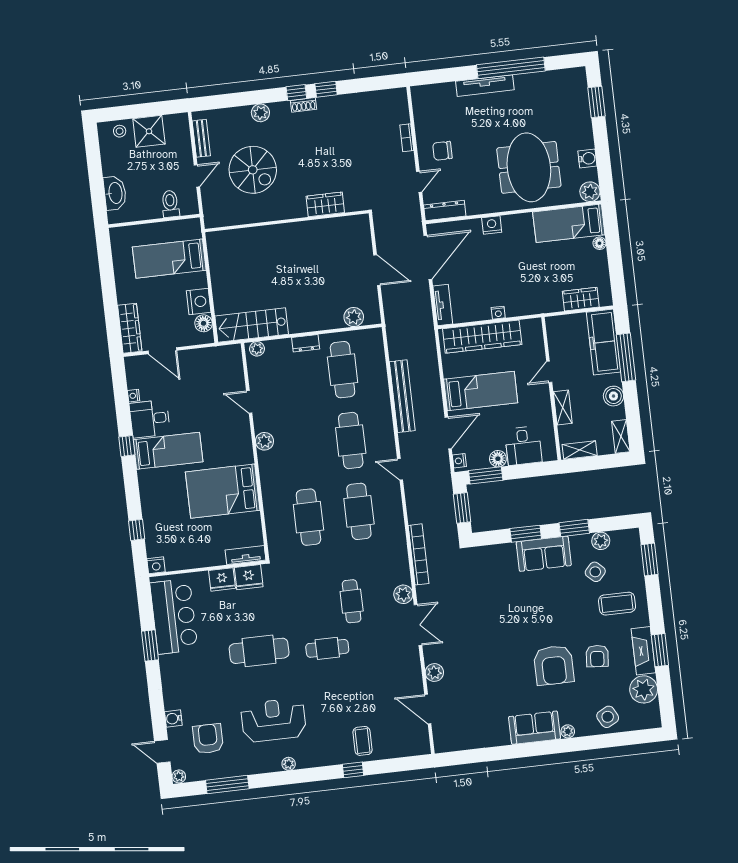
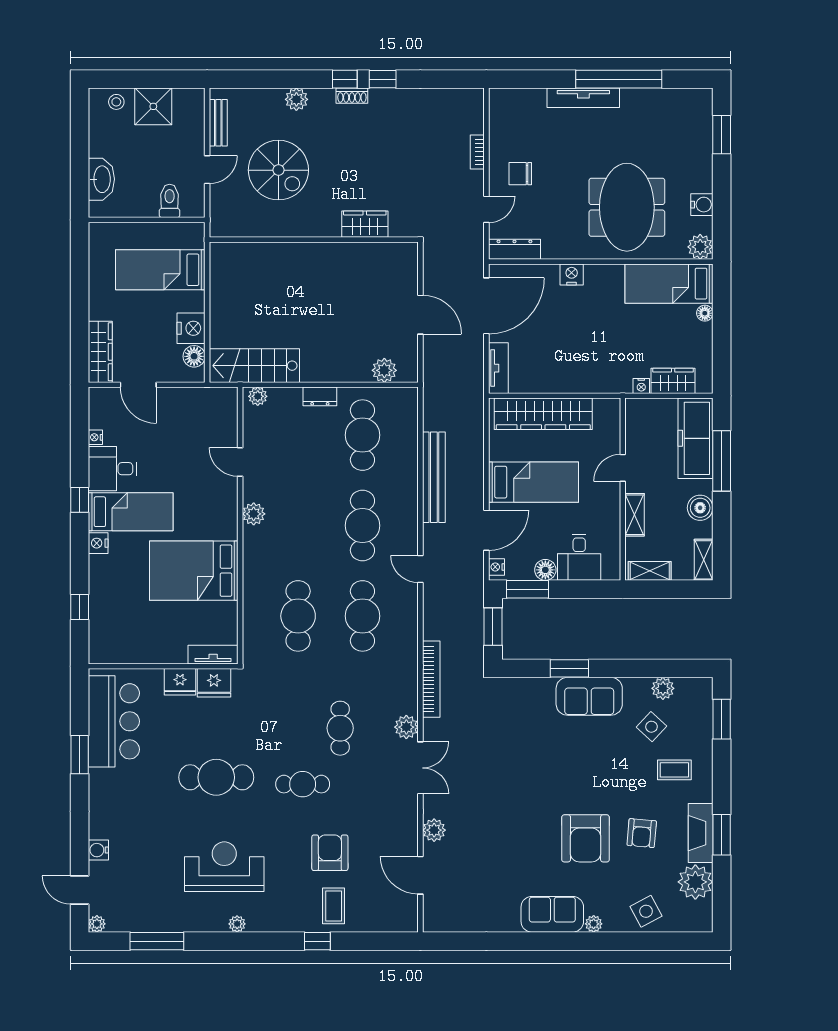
nightstand: (498, 313) -> (641, 386), moved
window: (574, 528) -> (631, 668), removed
nightstand: (156, 565) -> (98, 543), moved, turned 90
coffee table: (617, 604) -> (674, 770), width x0.73, depth x0.77
armchair: (208, 739) -> (330, 853), moved

